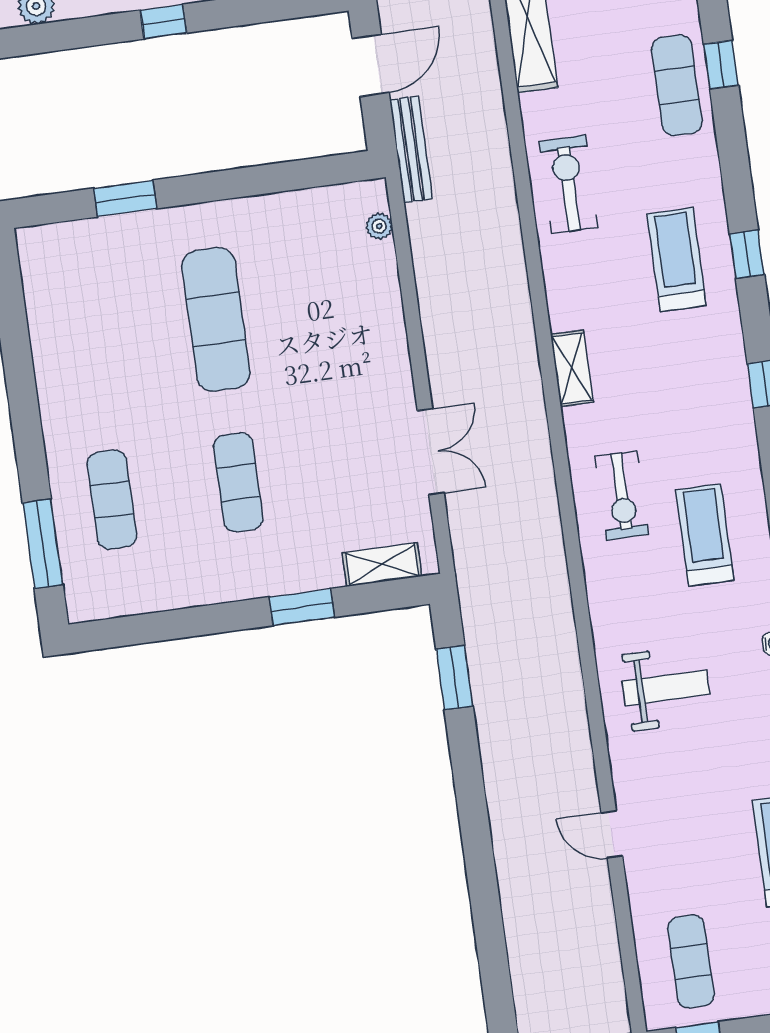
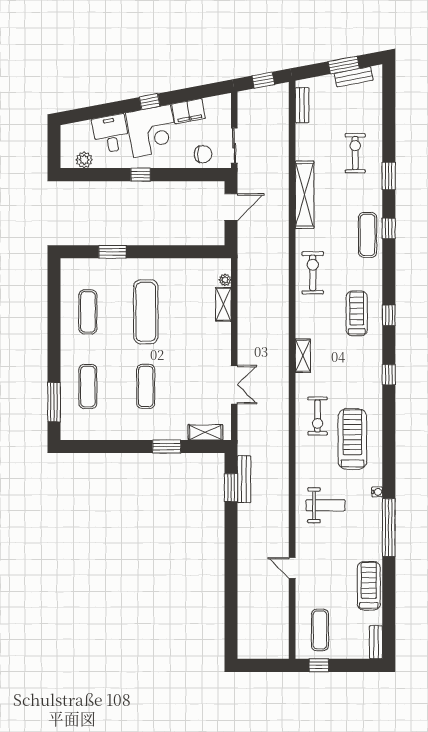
bench: (411, 149) -> (244, 479), moved
shelving: (383, 280) -> (223, 304), added
exercise mat: (90, 337) -> (88, 312), added
treadmill: (705, 535) -> (352, 439), width x1.37, depth x1.38

